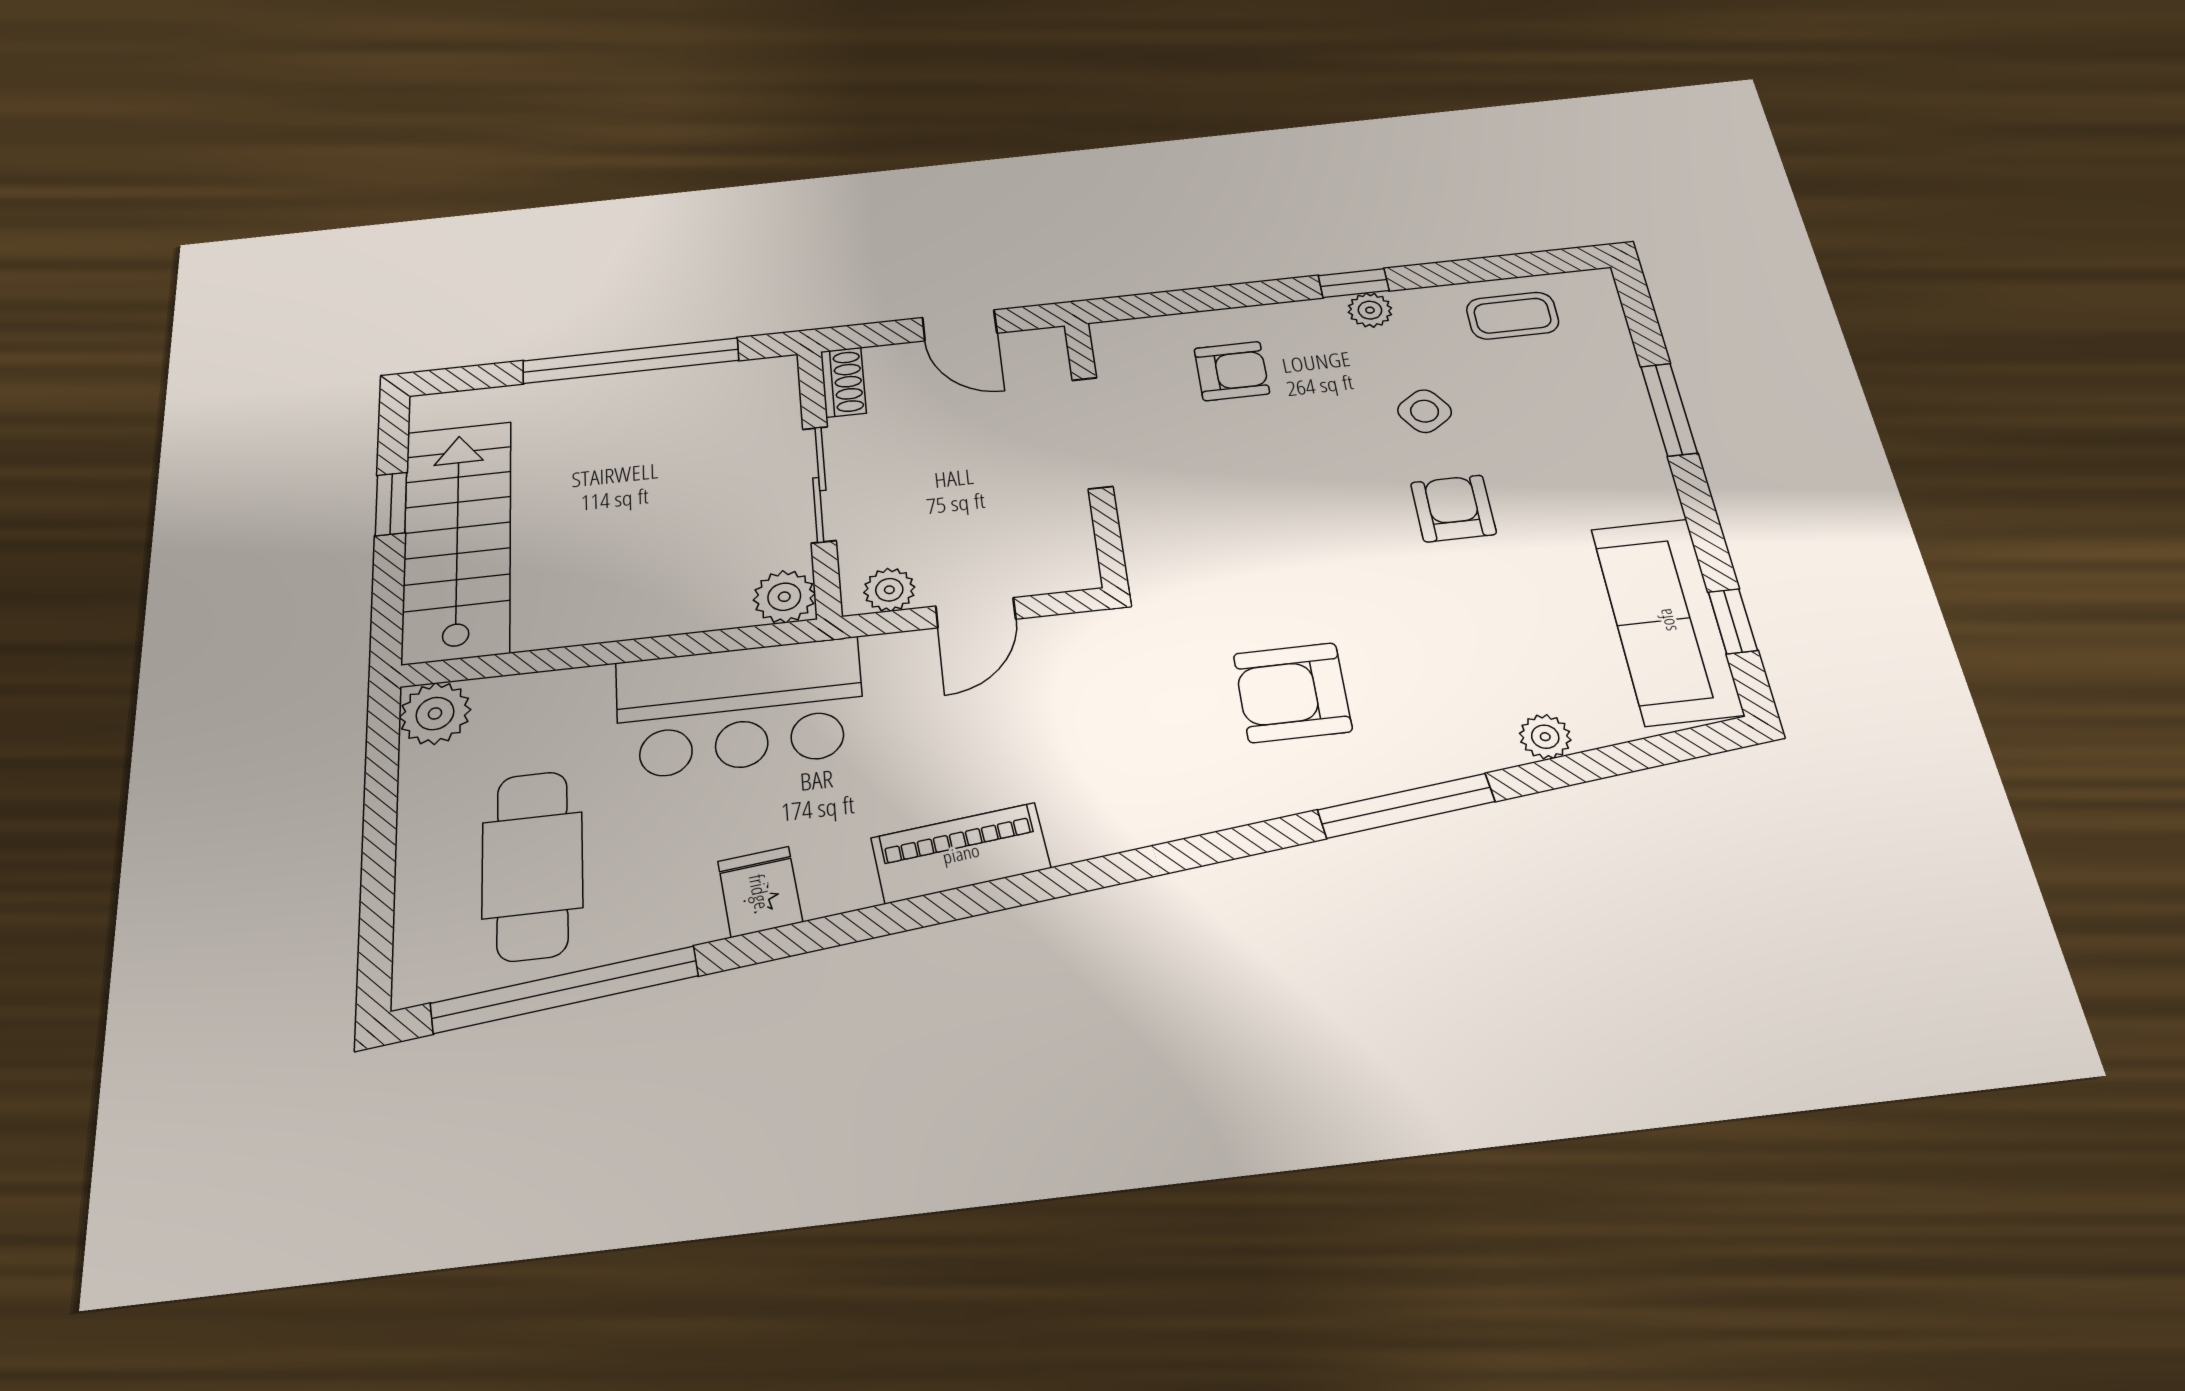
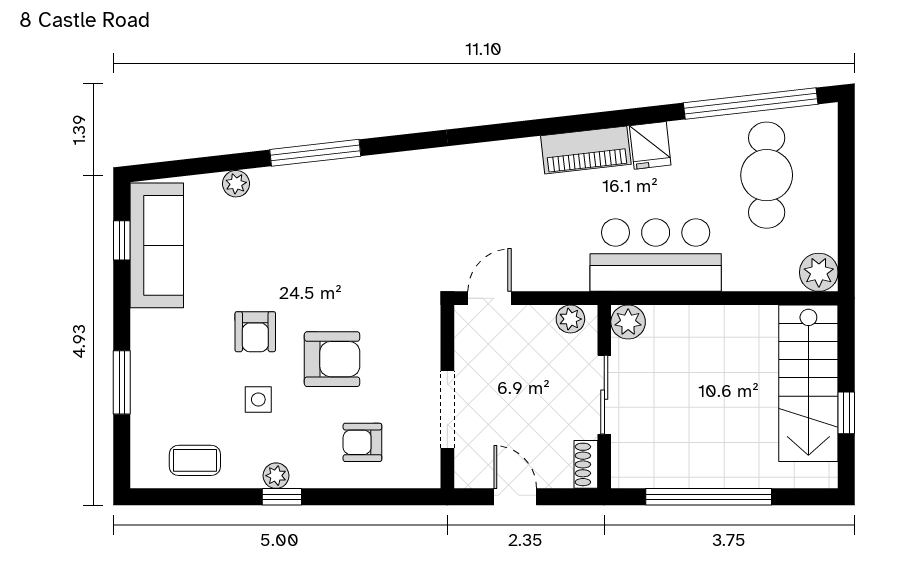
side table: (1425, 411) -> (258, 399), turned 35
door: (976, 613) -> (489, 298), moved
armchair: (1292, 692) -> (332, 359), moved
piano: (961, 853) -> (586, 150), moved

